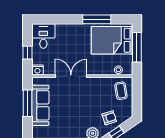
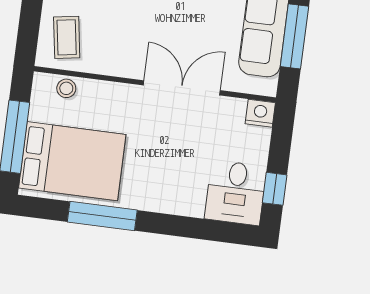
window: (28, 53) -> (275, 189), moved
double door: (71, 76) -> (182, 88), swing flipped

